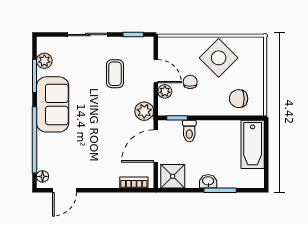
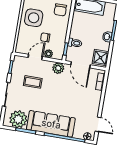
side table: (219, 58) -> (34, 18), turned 45
plant: (44, 61) -> (18, 119), width x1.87, depth x1.87
sofa: (53, 104) -> (51, 124), width x1.36

